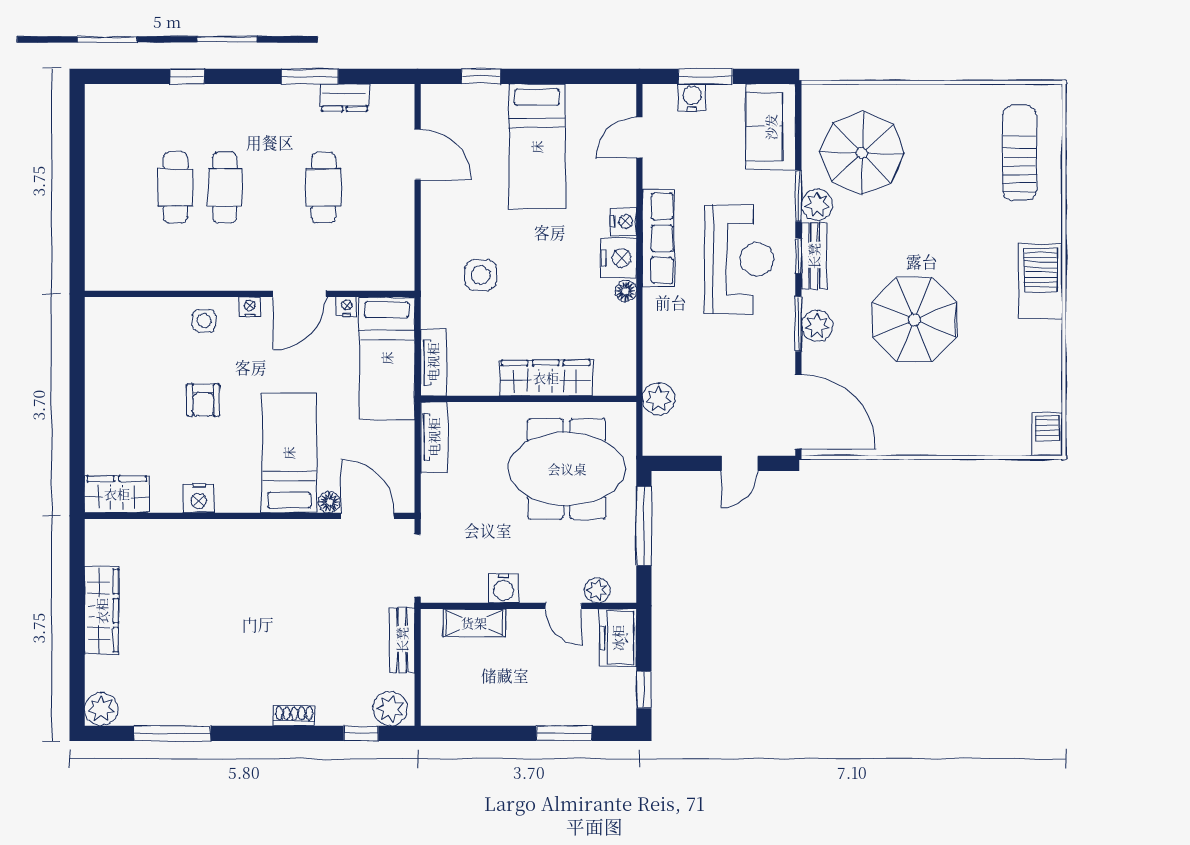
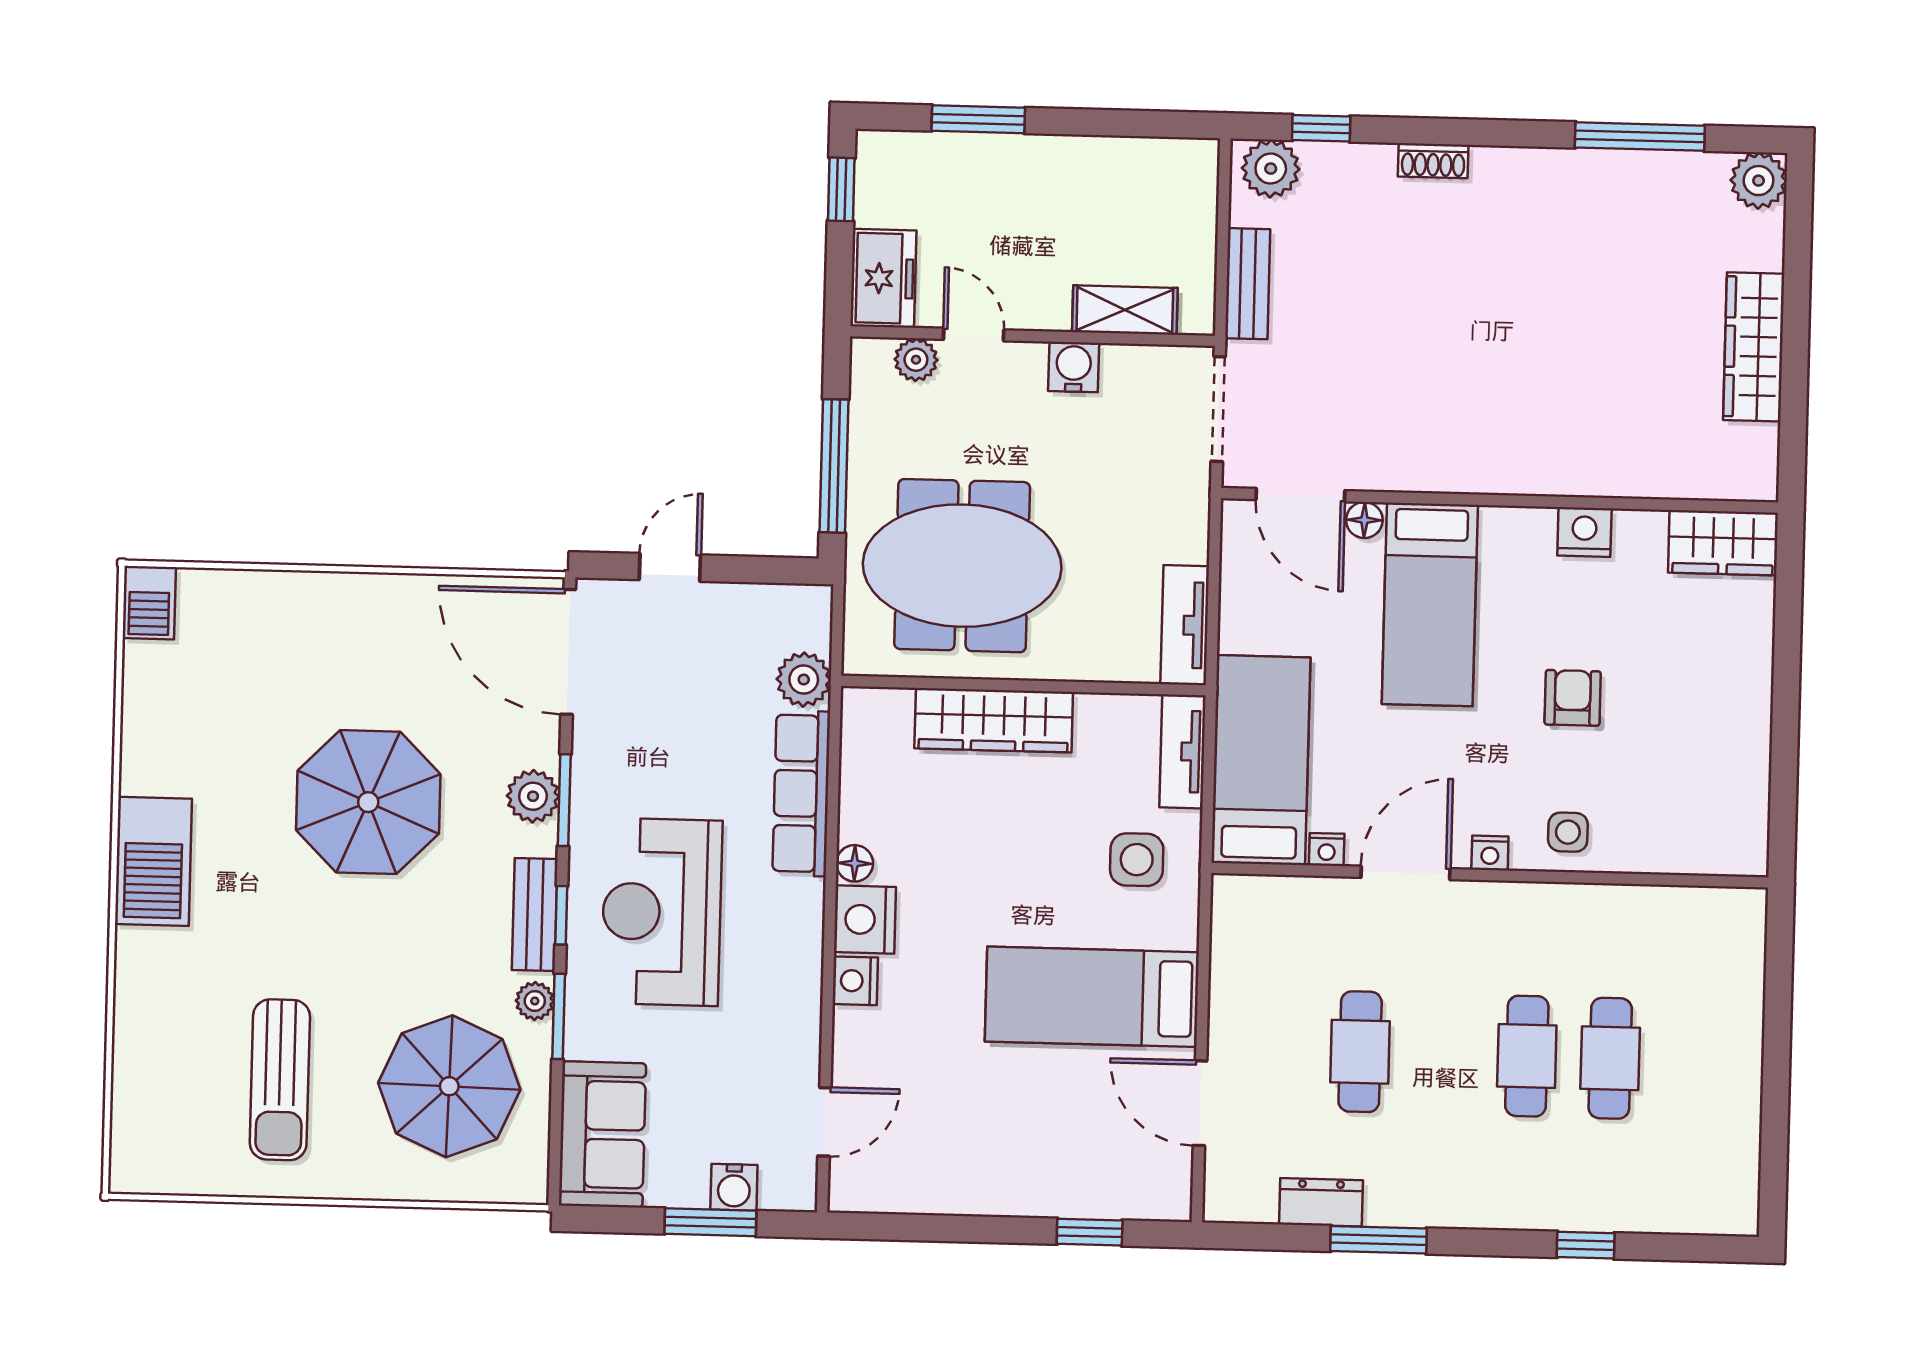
bed: (537, 147) -> (1092, 997), moved, turned -90
sun lounger: (1020, 153) -> (280, 1080), moved
plant: (817, 205) -> (535, 1001), width x0.73, depth x0.73
row of seats: (658, 238) -> (801, 793), moved
side table: (480, 275) -> (1137, 860), moved

